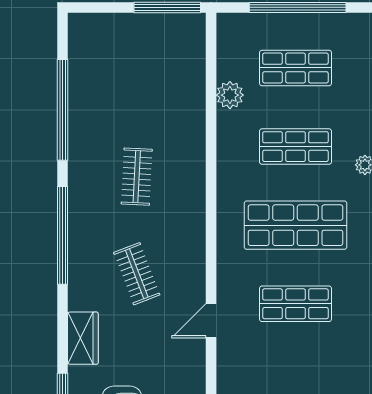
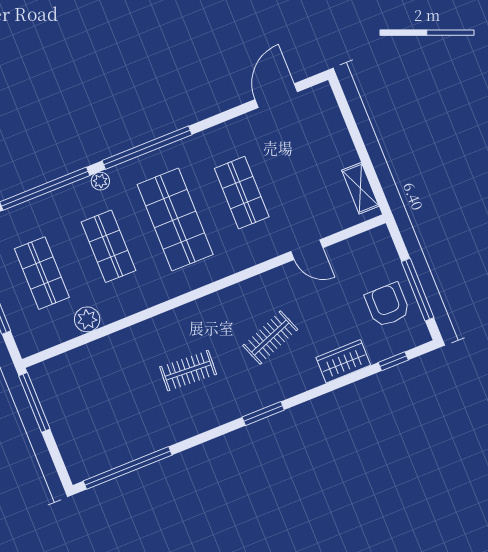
window: (62, 110) -> (128, 468), moved
window: (62, 235) -> (263, 413), width x0.47
door: (211, 321) -> (307, 250), moved

